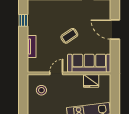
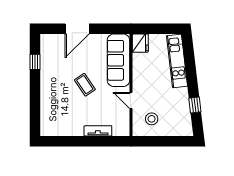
window: (23, 20) -> (66, 141), removed
fridge: (91, 81) -> (140, 43), moved

